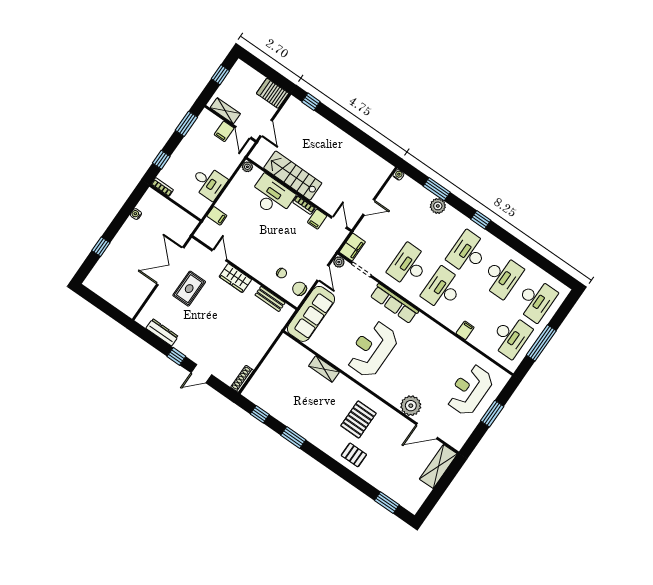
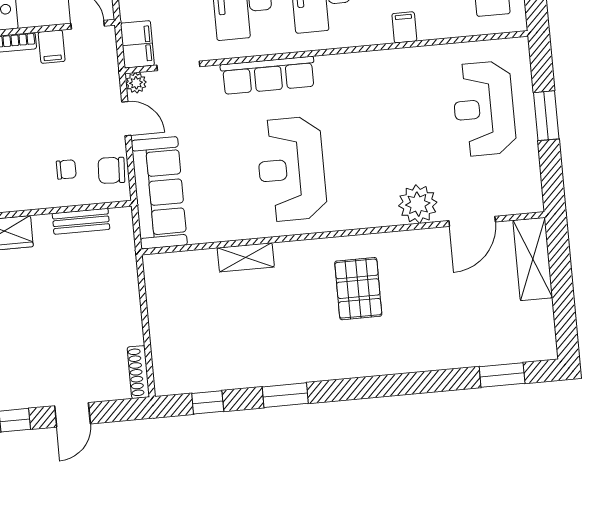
pallet: (354, 455) -> (395, 346), removed

